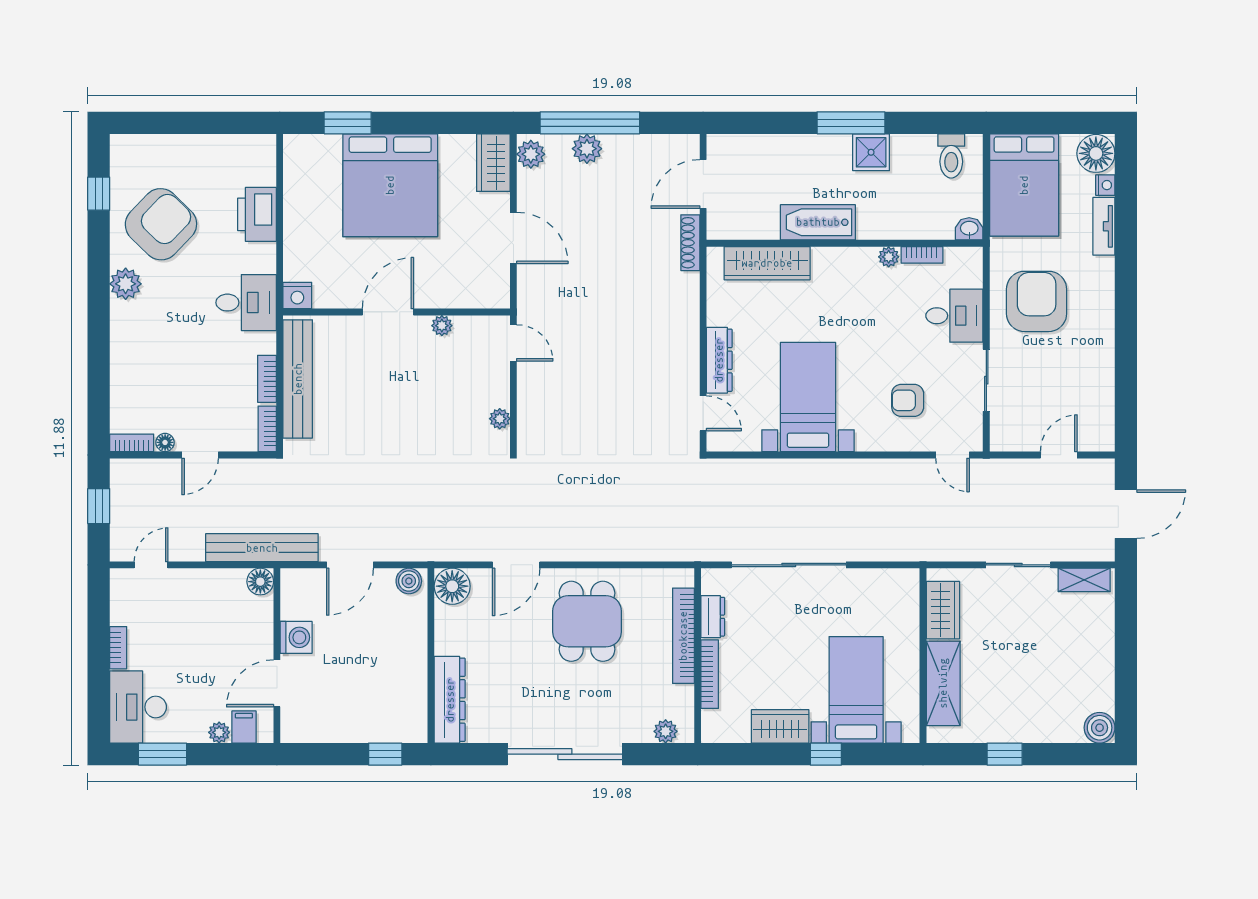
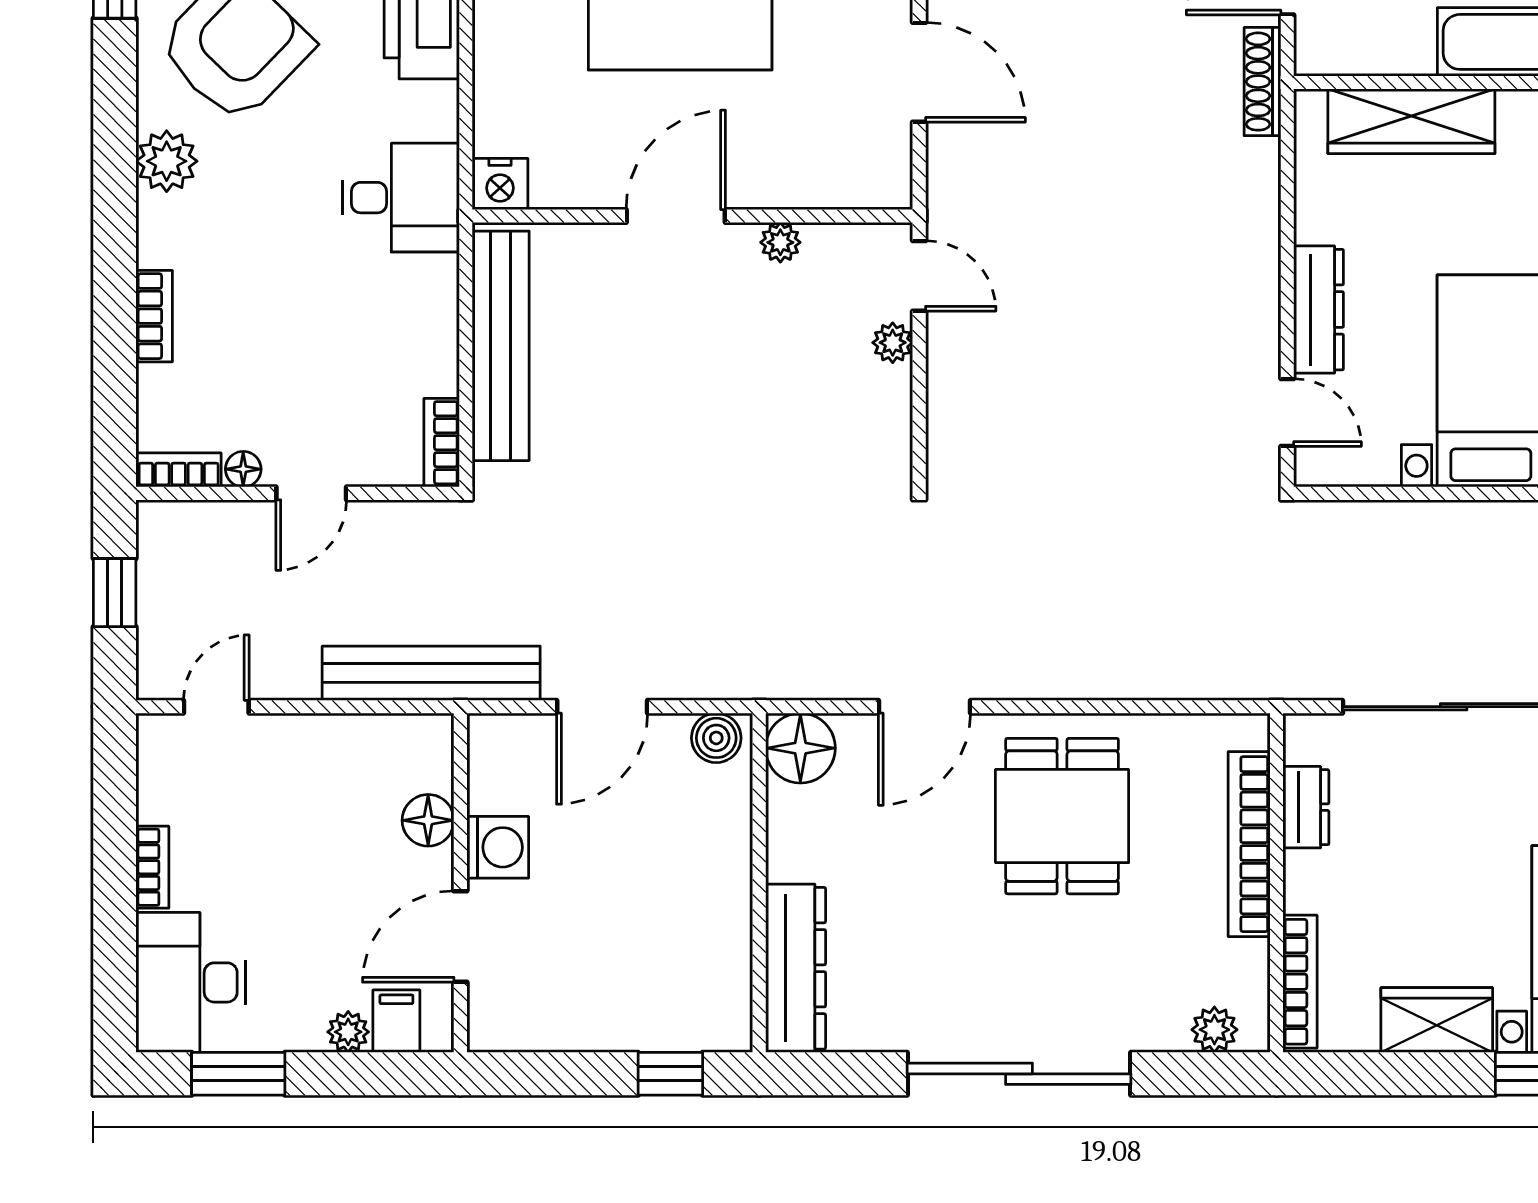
bookcase: (267, 379) -> (154, 316), moved, turned 180
plant: (500, 419) -> (893, 343), moved
floor lamp: (260, 582) -> (428, 820), moved
bookcase: (710, 674) -> (1300, 982), moved

